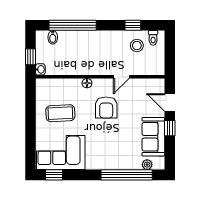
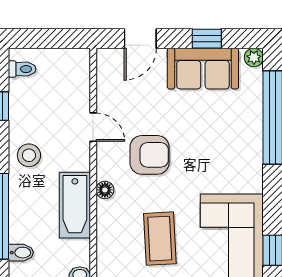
stool: (137, 46) -> (29, 155), moved
bathtub: (79, 67) -> (75, 205), added
window: (170, 128) -> (207, 39), moved
plant: (147, 165) -> (254, 57), moved

